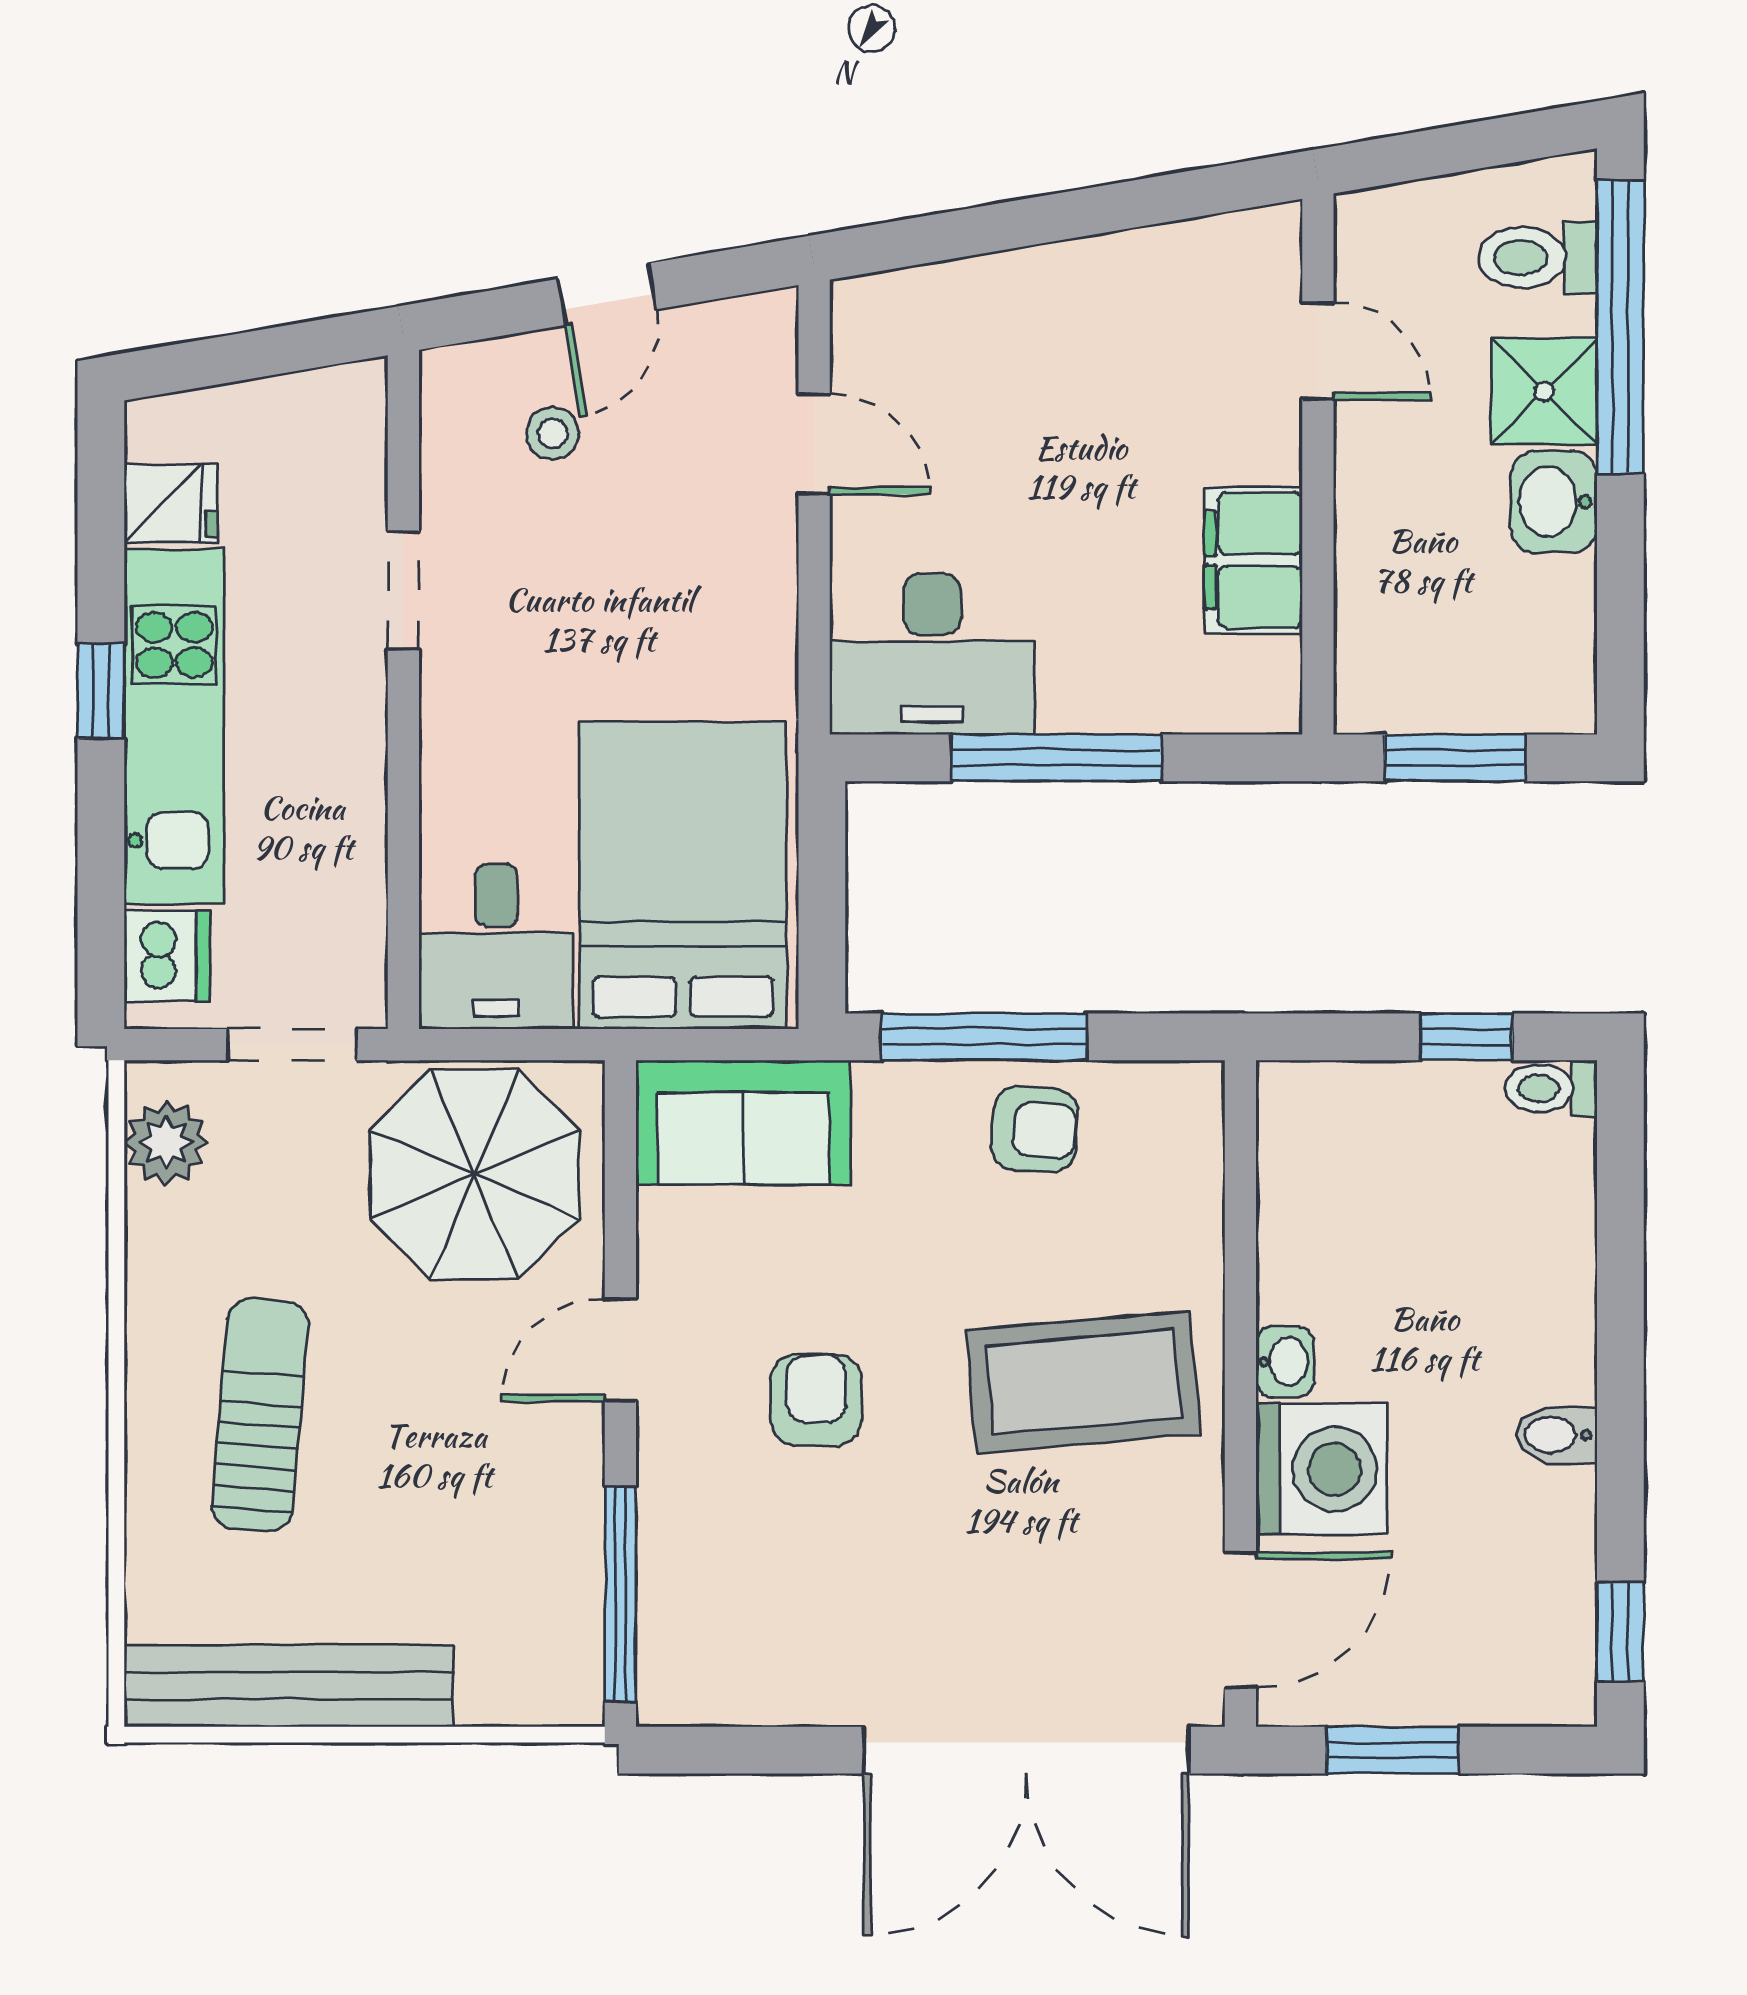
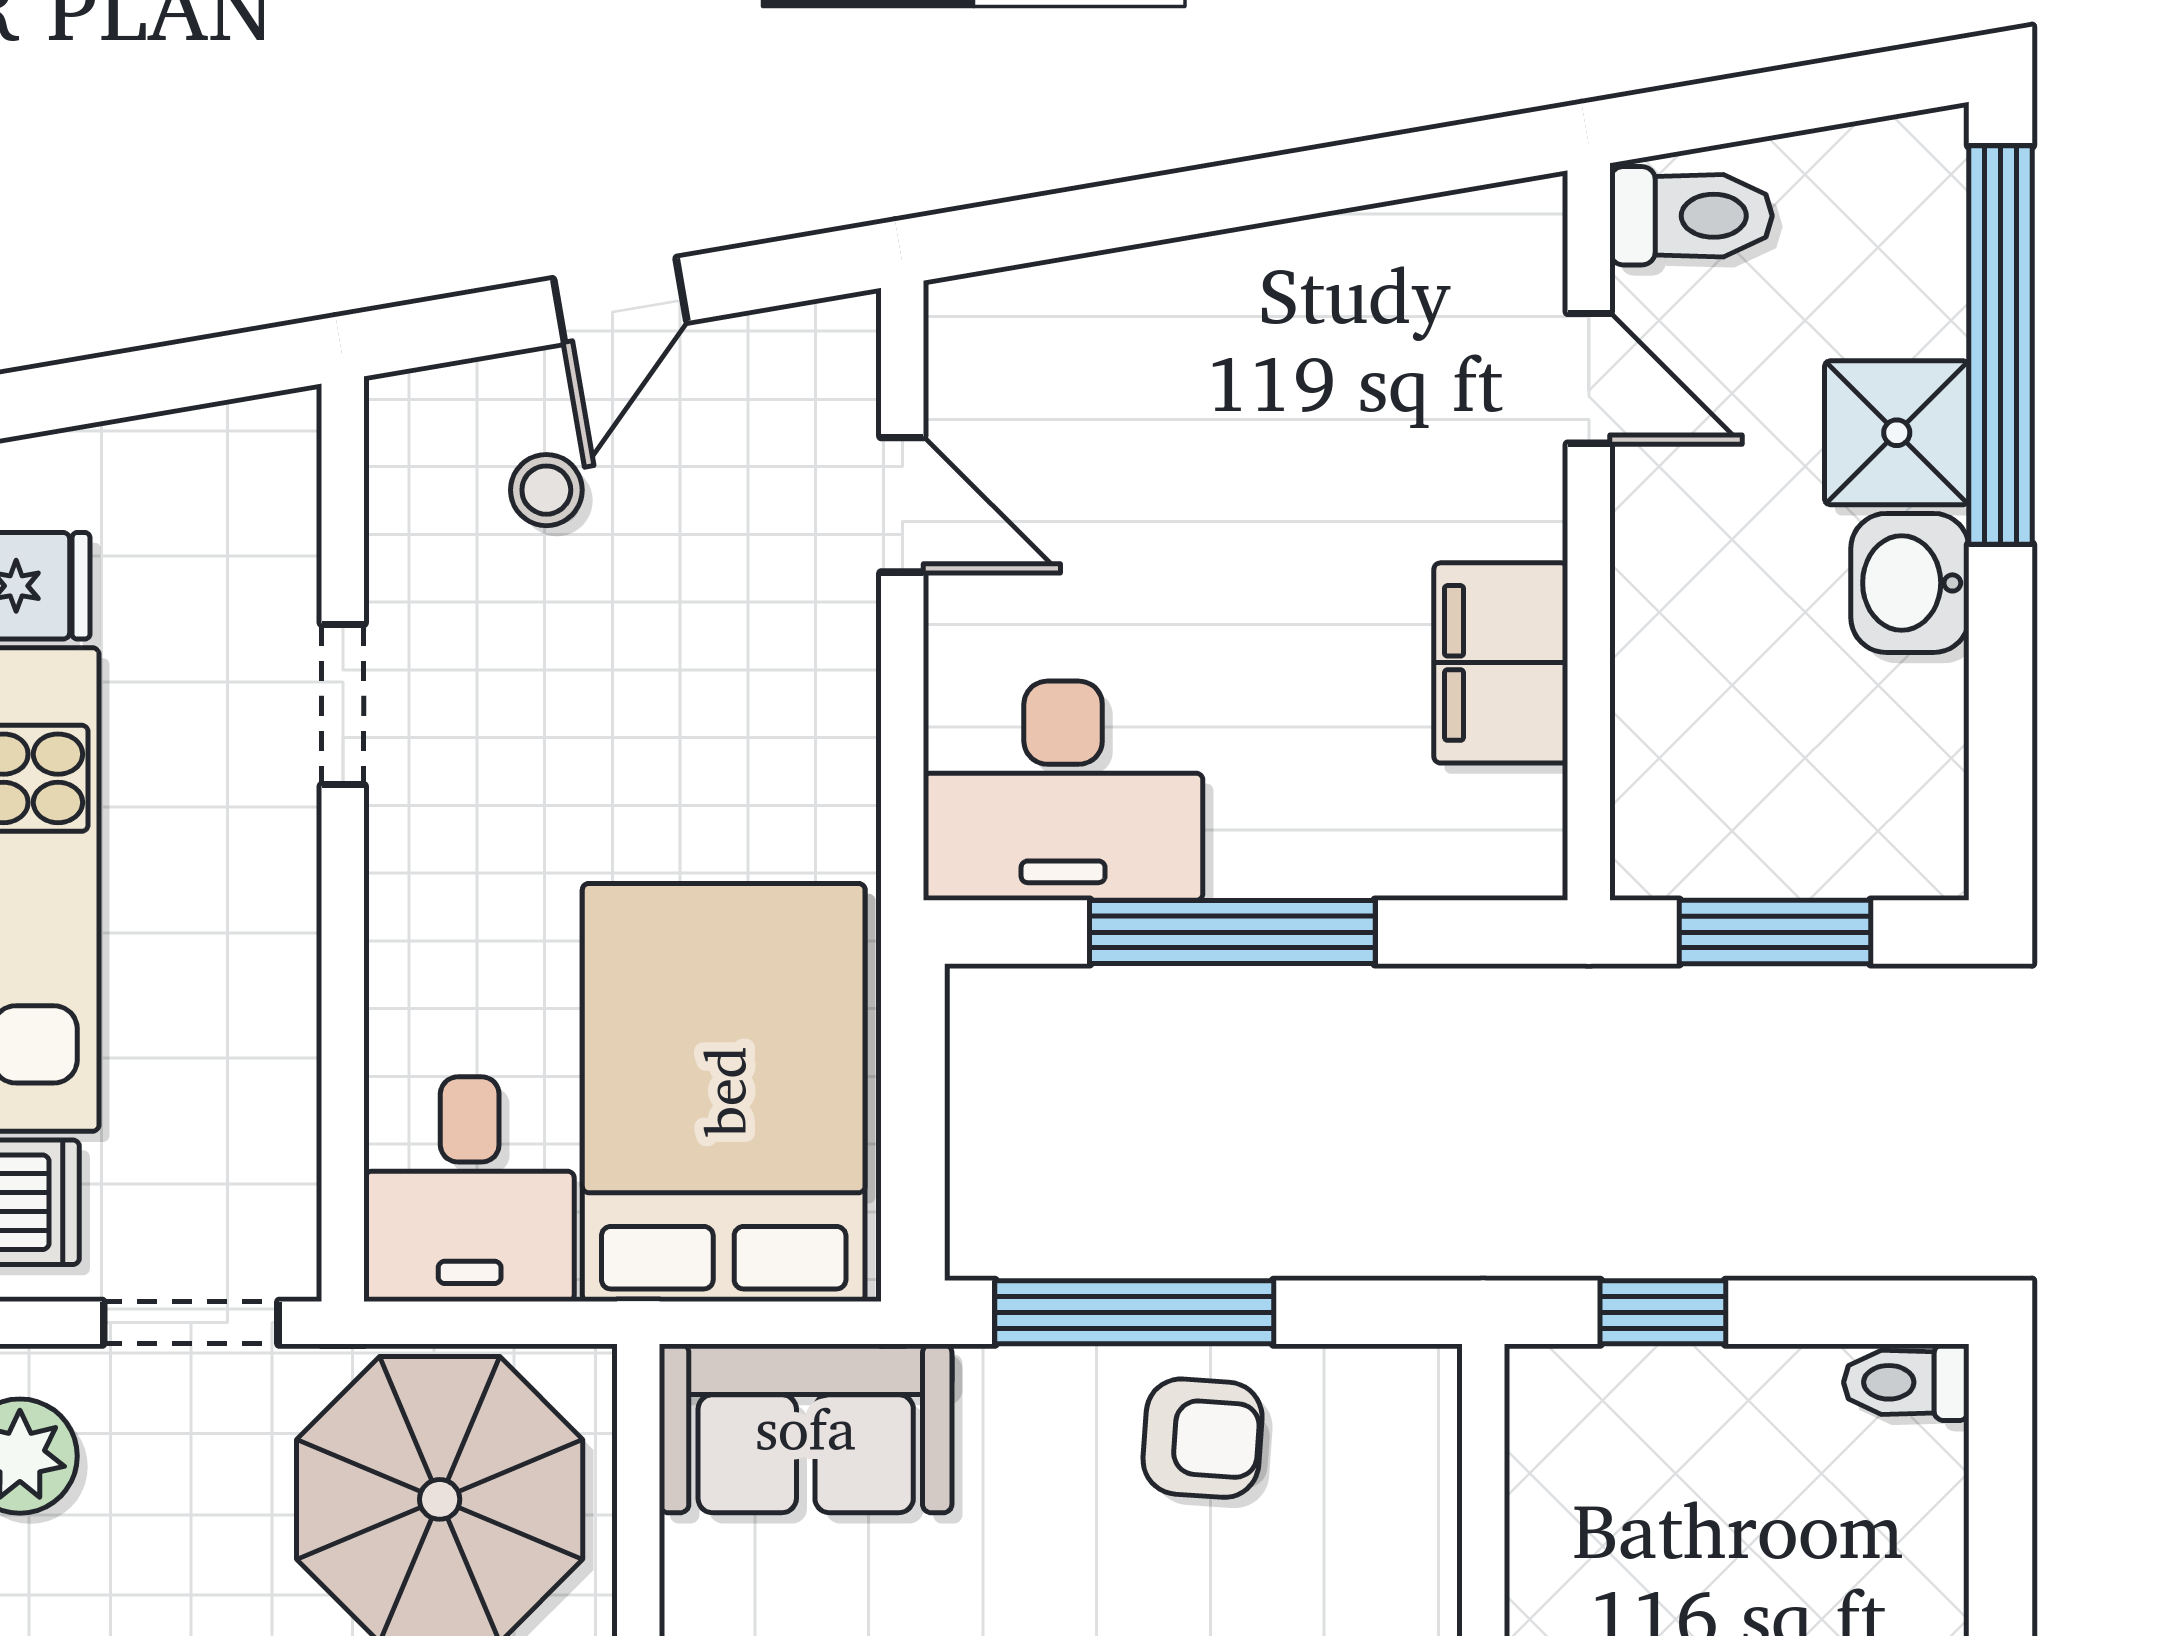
toilet: (1537, 257) -> (1691, 216), moved, turned 180
window: (1466, 1037) -> (1663, 1312), moved

